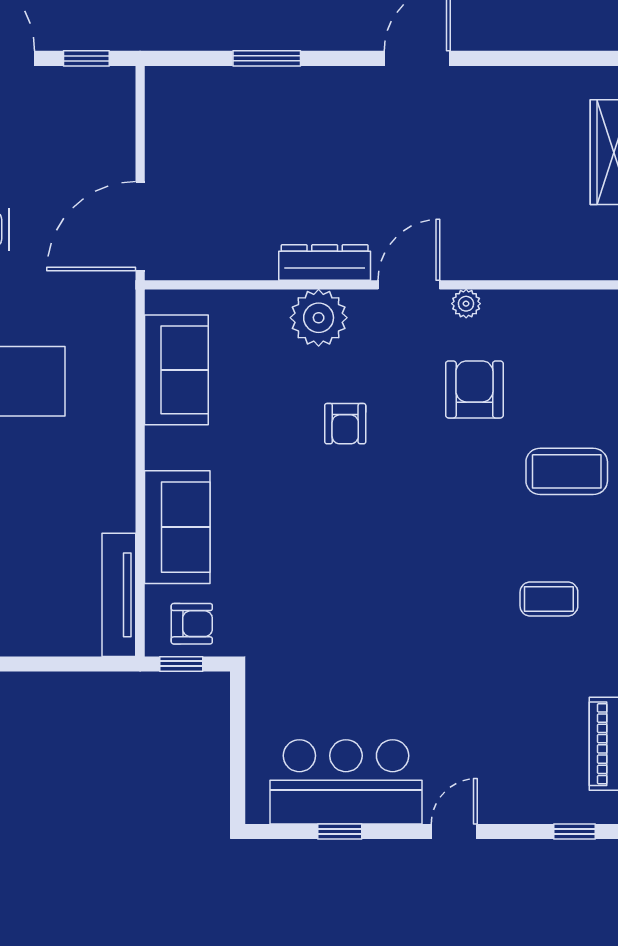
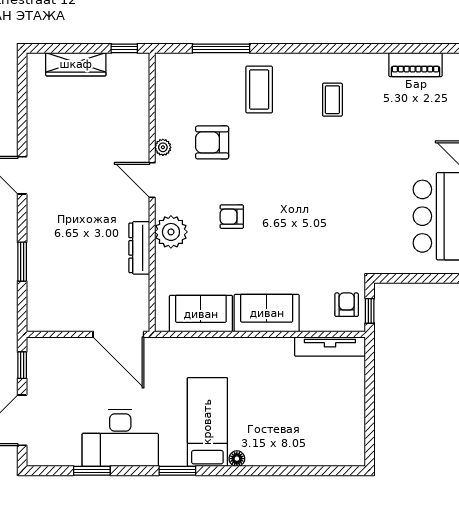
dresser: (325, 263) -> (139, 248), moved
armchair: (345, 424) -> (232, 217), turned 180
sofa: (177, 527) -> (267, 313), moved

